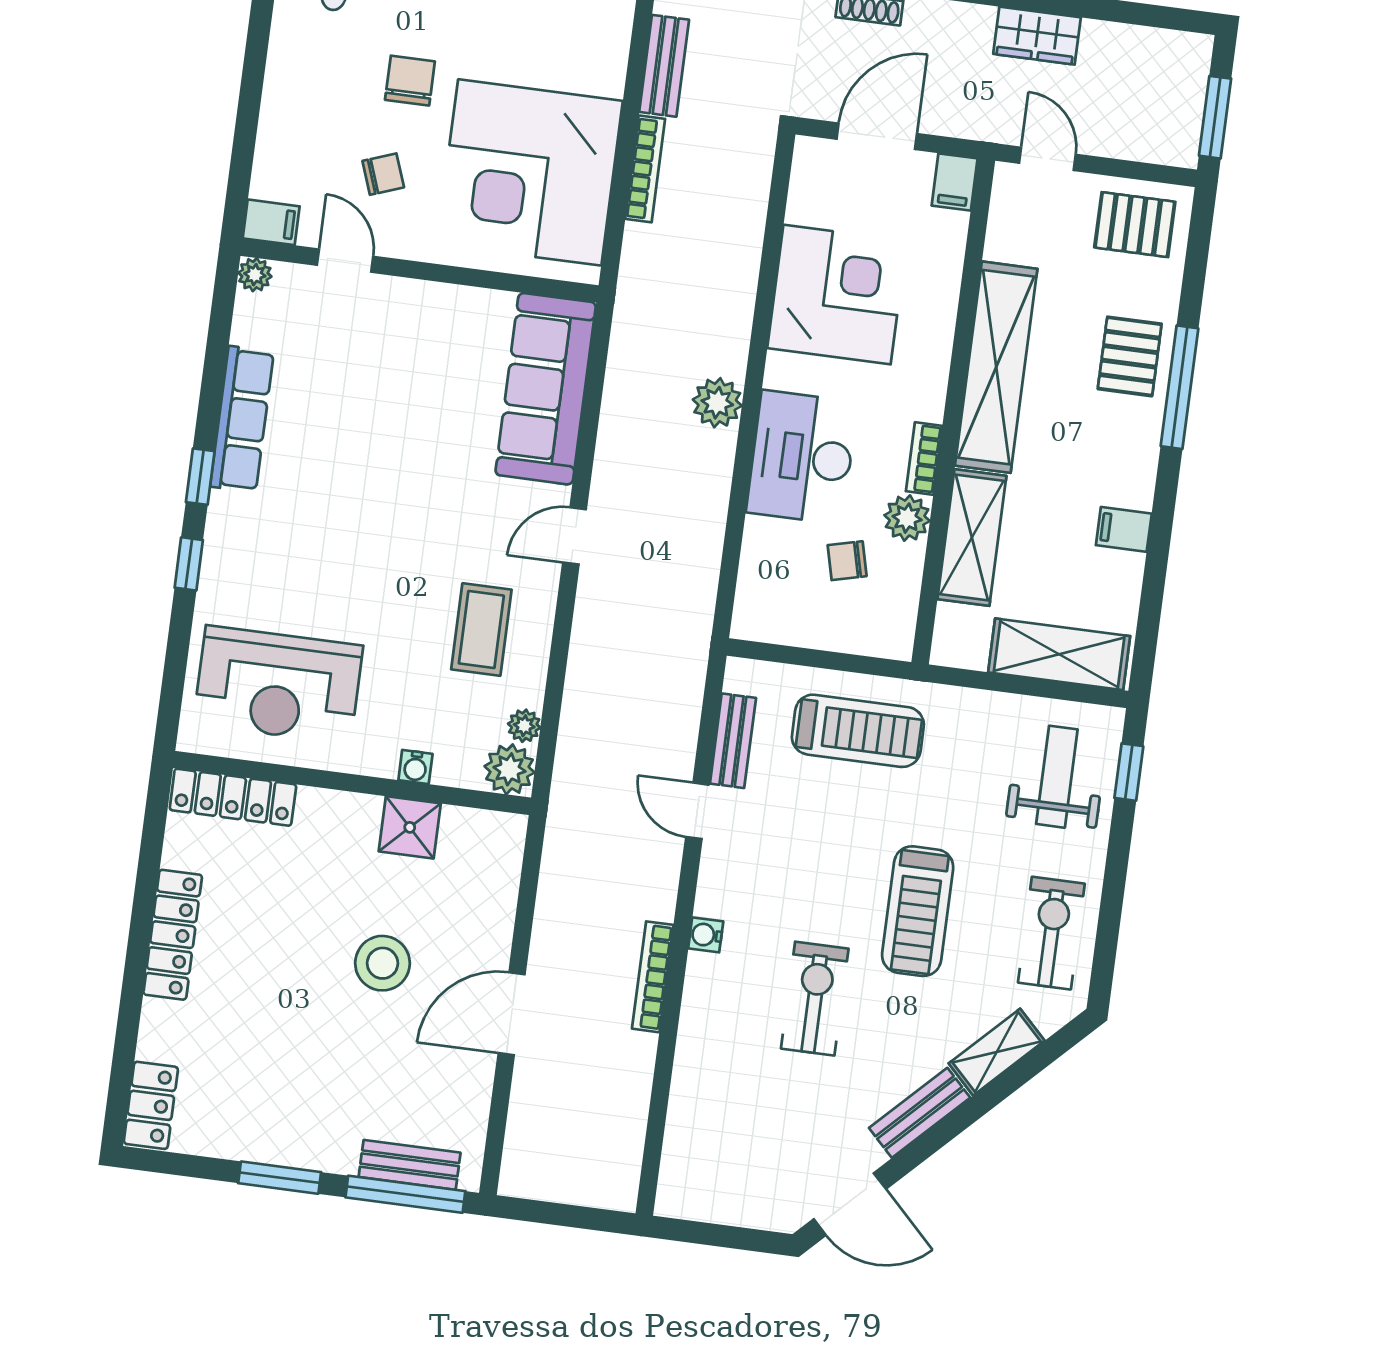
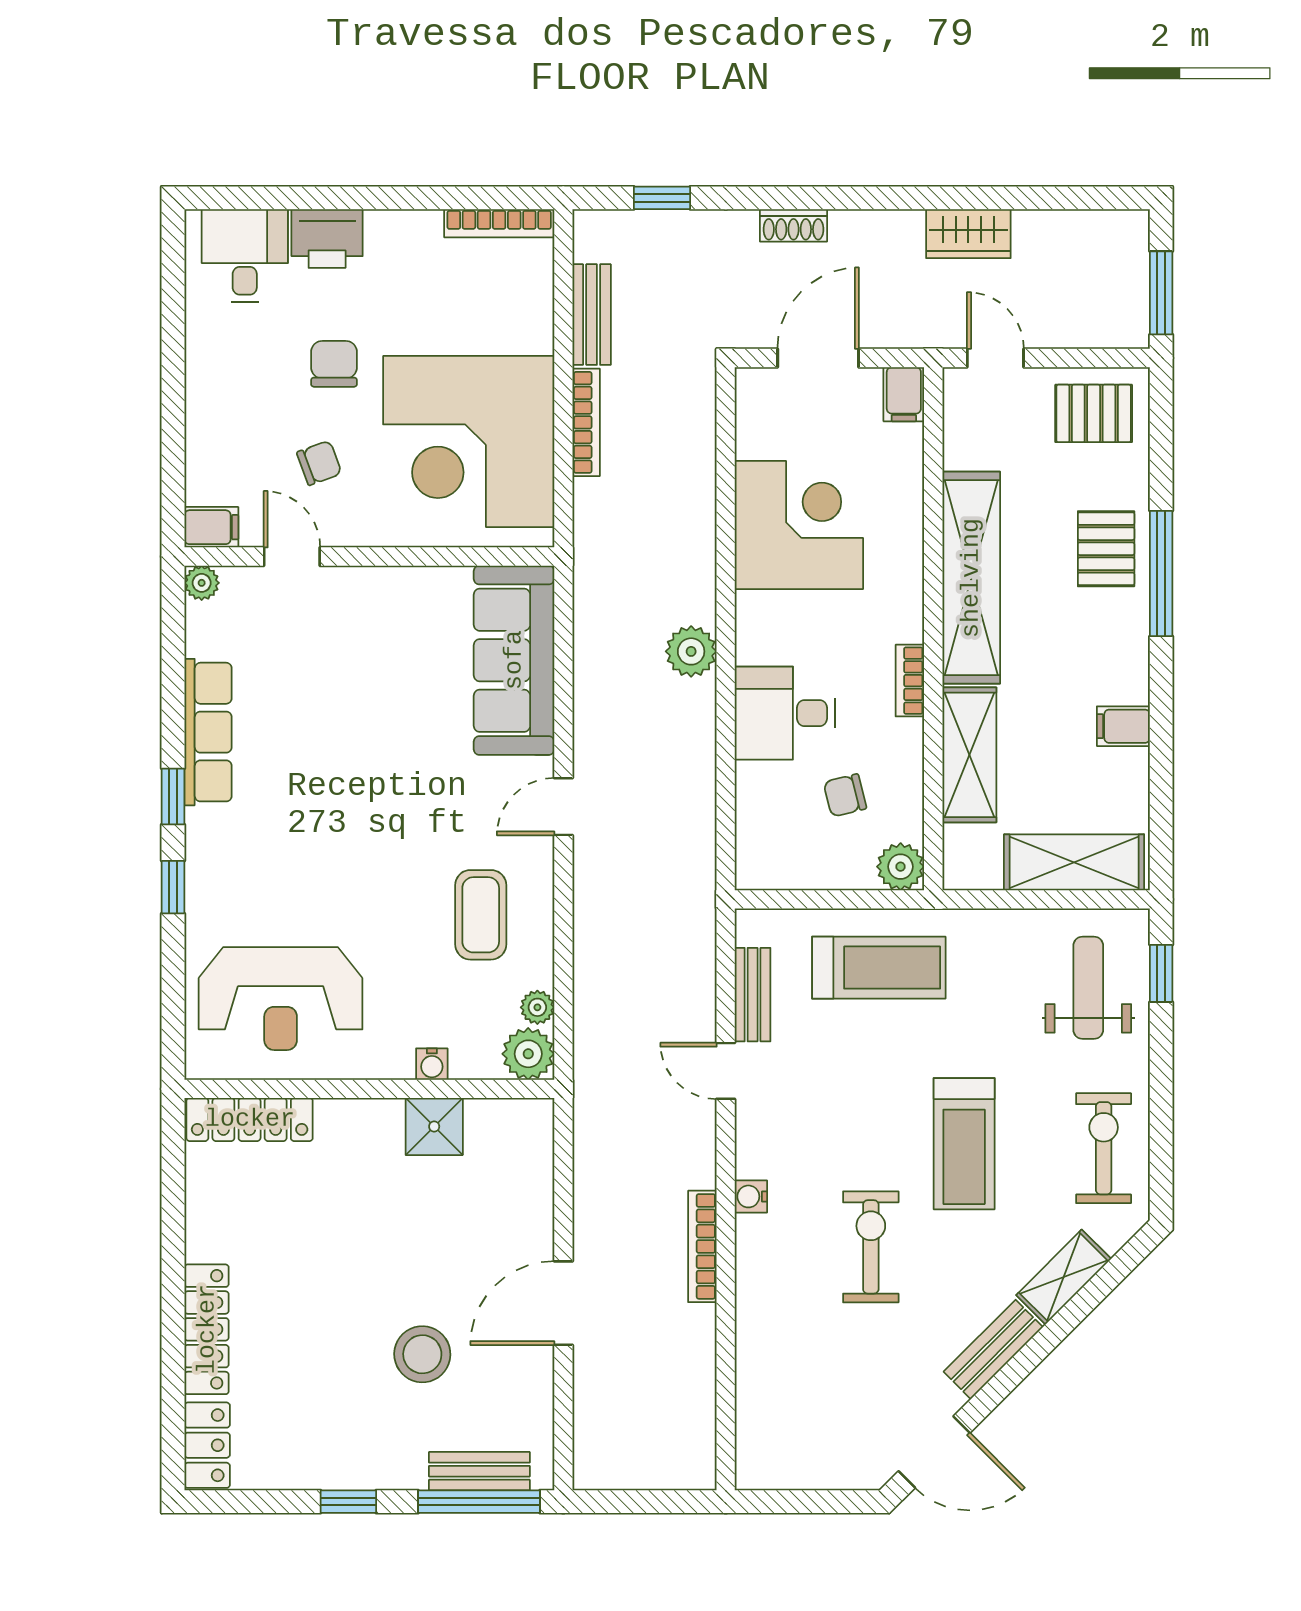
desk: (802, 457) -> (785, 713), width x0.73
plant: (907, 518) -> (901, 867), moved
locker: (173, 935) -> (207, 1329), moved
stool: (382, 963) -> (422, 1354), moved
window: (280, 1178) -> (348, 1502), width x0.67

